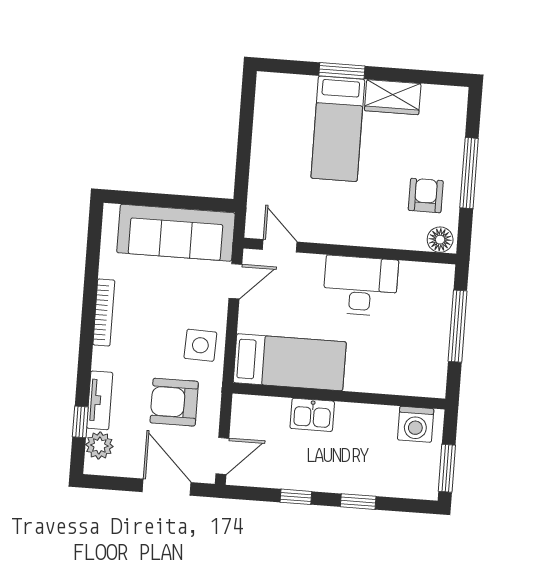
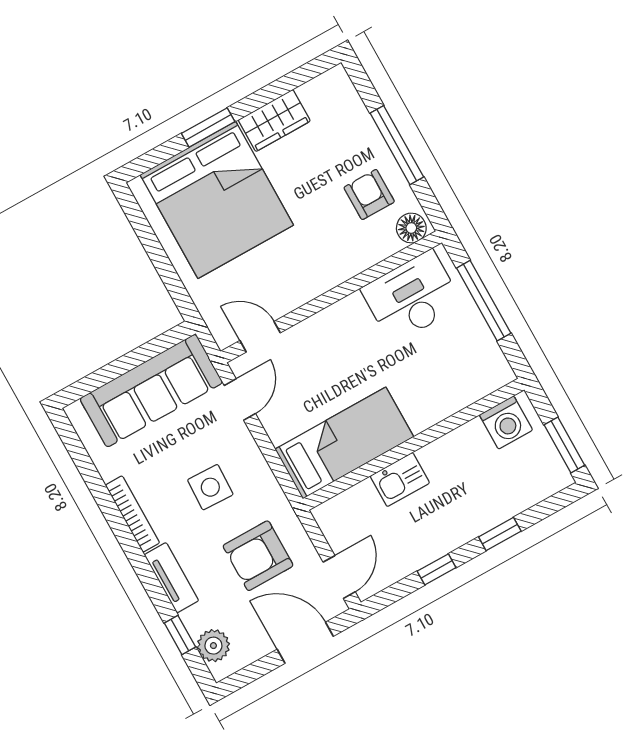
bed: (338, 129) -> (217, 200), width x2.04
desk: (361, 286) -> (412, 297), moved
side table: (200, 345) -> (210, 487), moved
tv unit: (100, 400) -> (171, 578), moved

